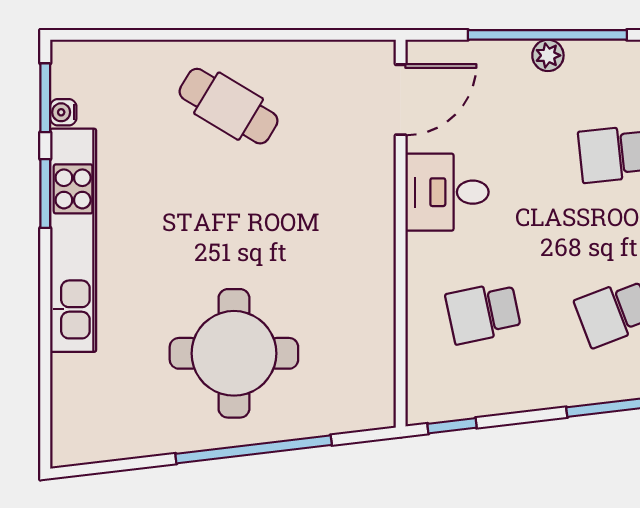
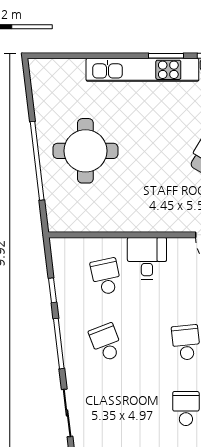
desk: (447, 192) -> (147, 258), moved
window: (452, 426) -> (52, 290), moved

